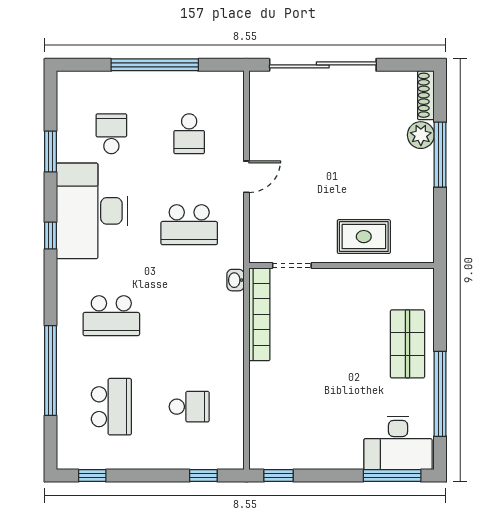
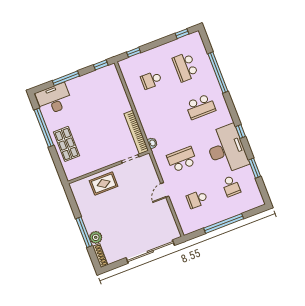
school desk: (189, 134) -> (197, 199), turned -90
school desk: (111, 316) -> (201, 107), turned 180
window: (392, 476) -> (66, 78), moved

